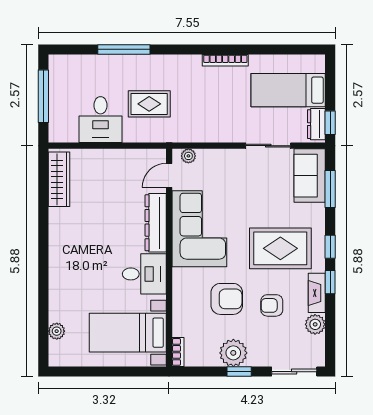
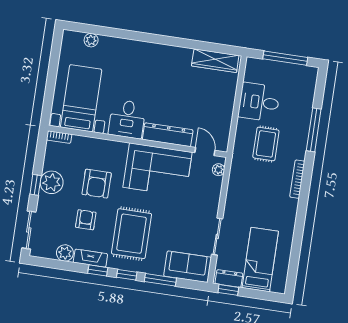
bookcase: (225, 60) -> (297, 179), moved
window: (330, 189) -> (160, 280), moved

